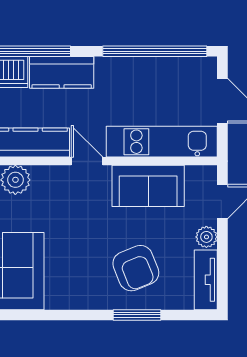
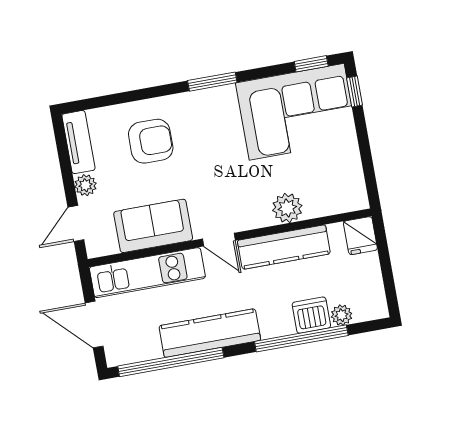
kitchen counter: (62, 72) -> (210, 333), moved, width x1.50
armchair: (136, 268) -> (151, 141), turned 112
window: (137, 315) -> (212, 82), moved

